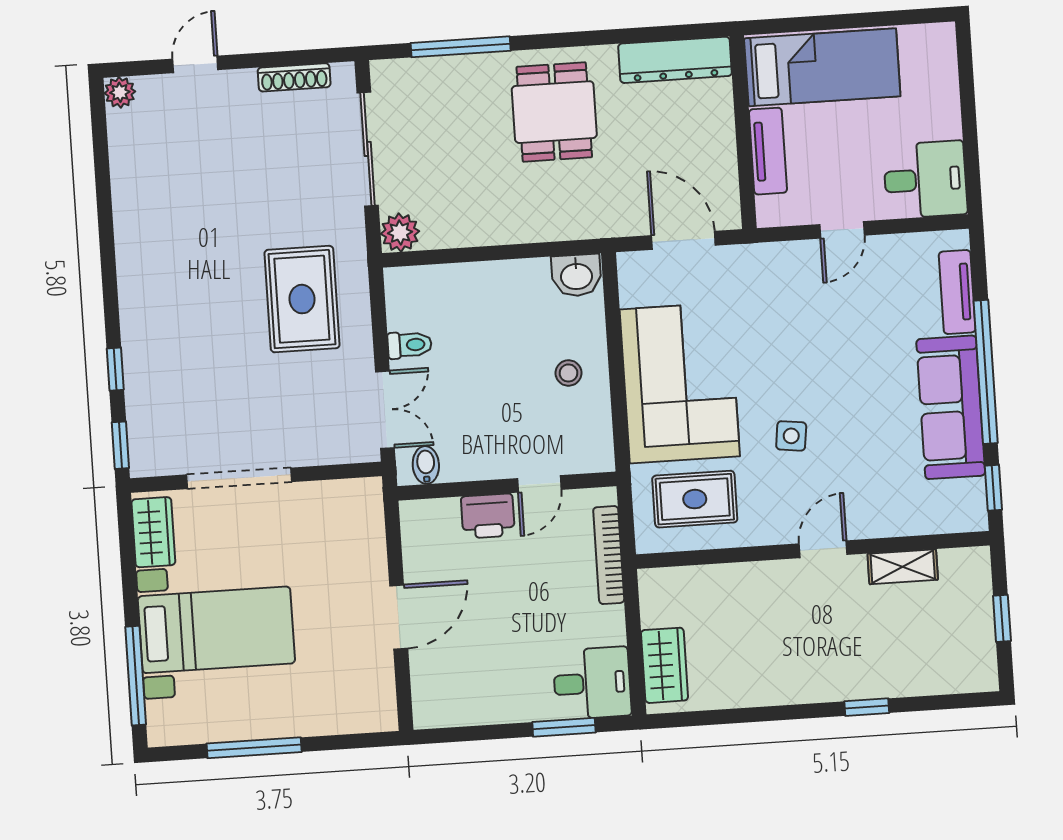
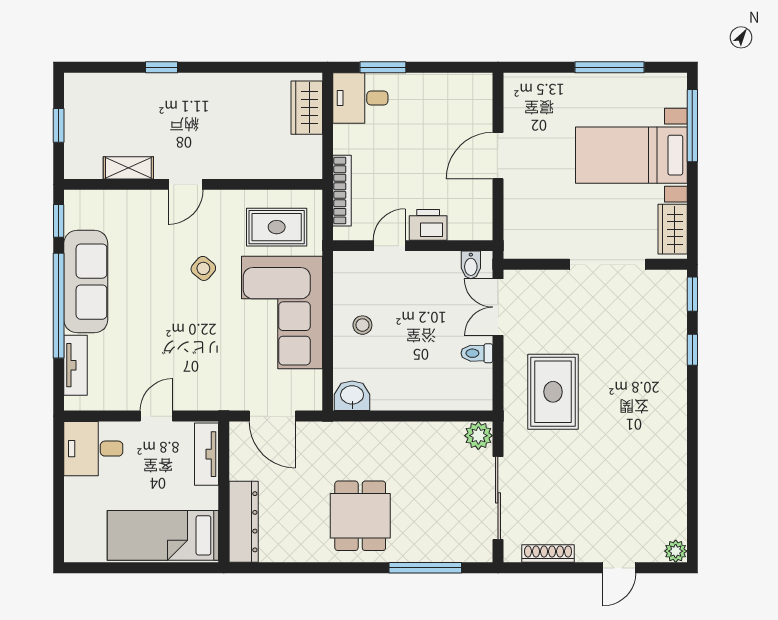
dresser: (675, 60) -> (244, 522), moved, turned 90
tv unit: (768, 151) -> (206, 454), moved
side table: (791, 436) -> (203, 268), turned 33

